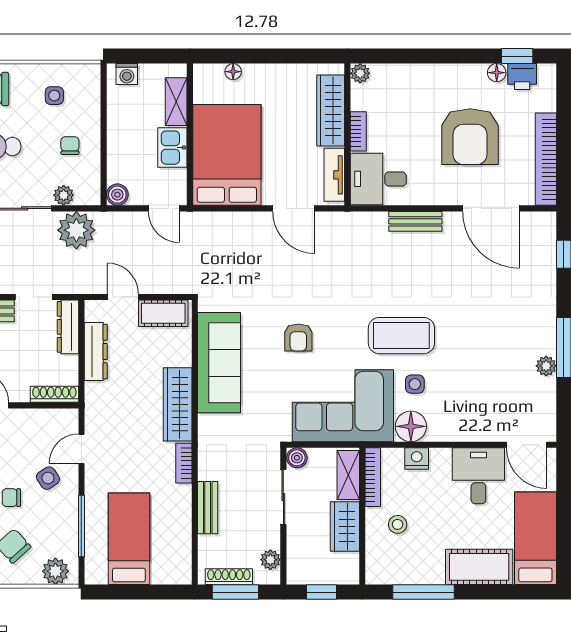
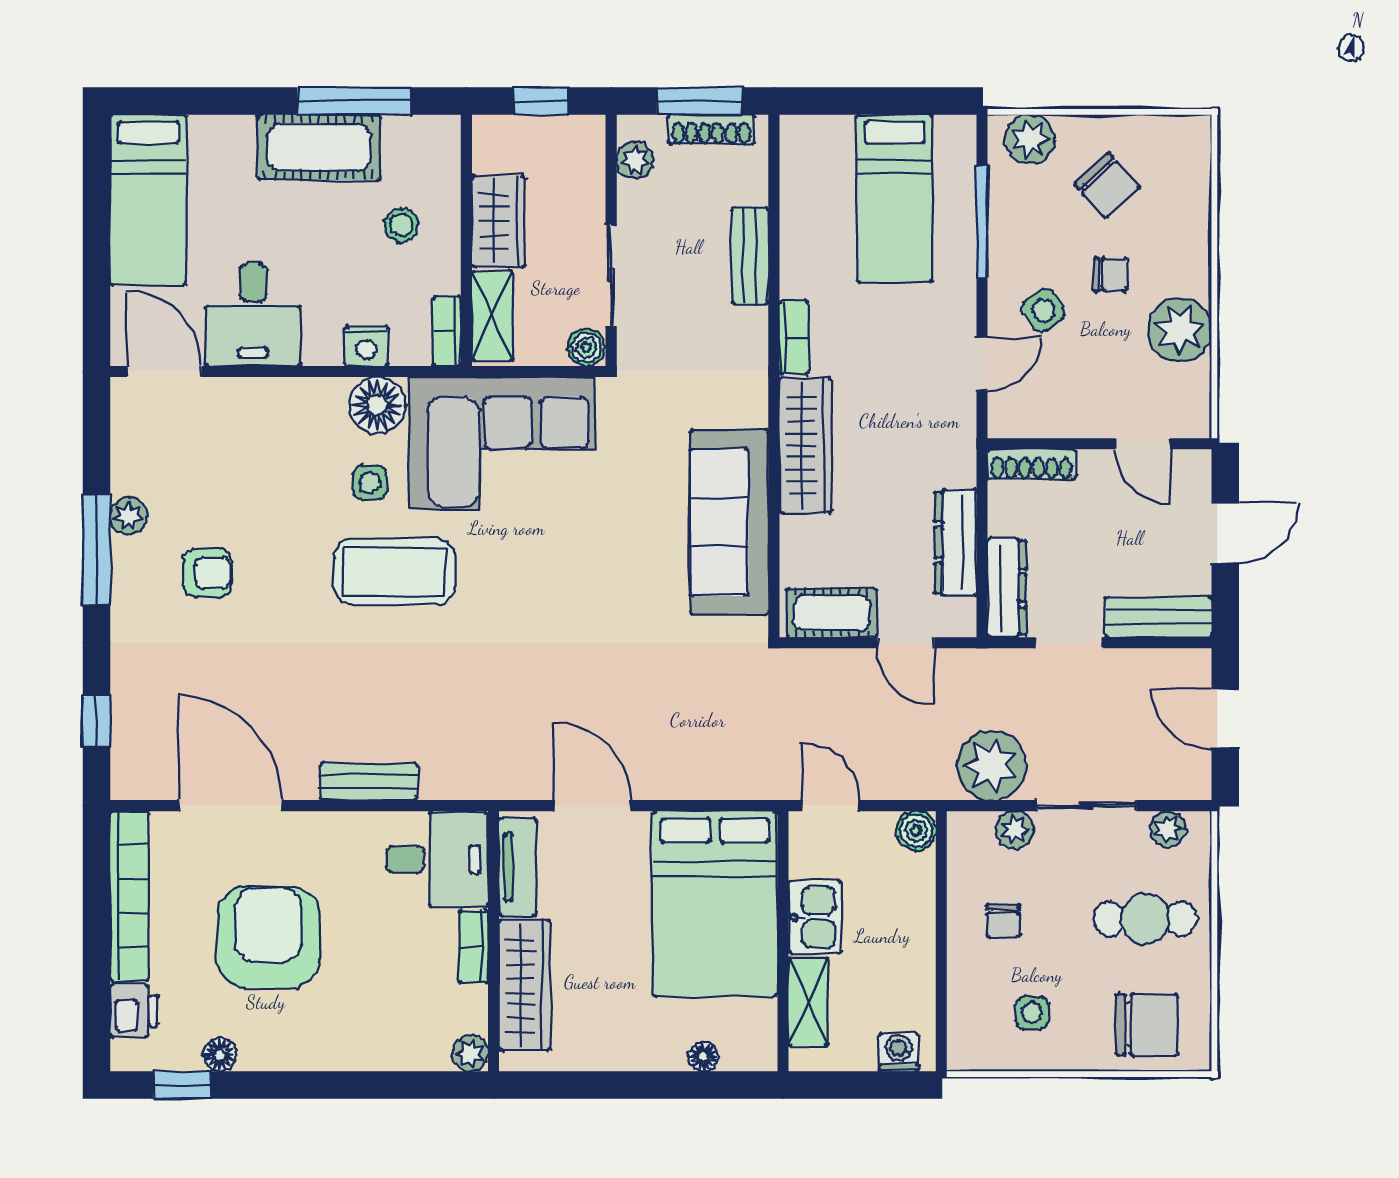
printer: (522, 77) -> (134, 1011), moved, turned 90
armchair: (298, 337) -> (207, 573), moved, turned 90
bookcase: (373, 477) -> (447, 331), width x0.64
cot: (479, 567) -> (319, 147), moved

